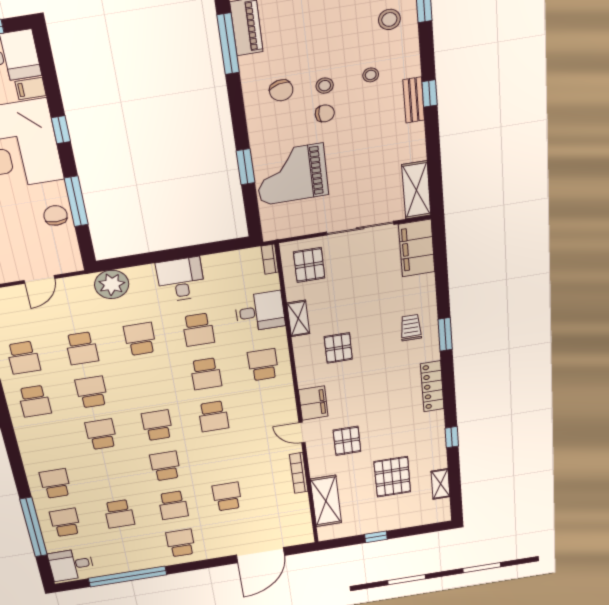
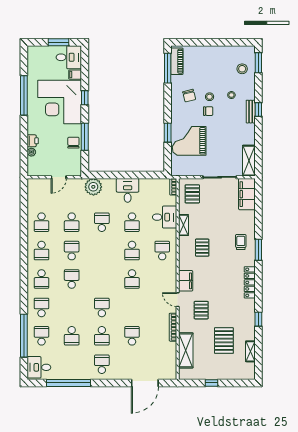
school desk: (157, 425) -> (42, 279), moved, turned 180

